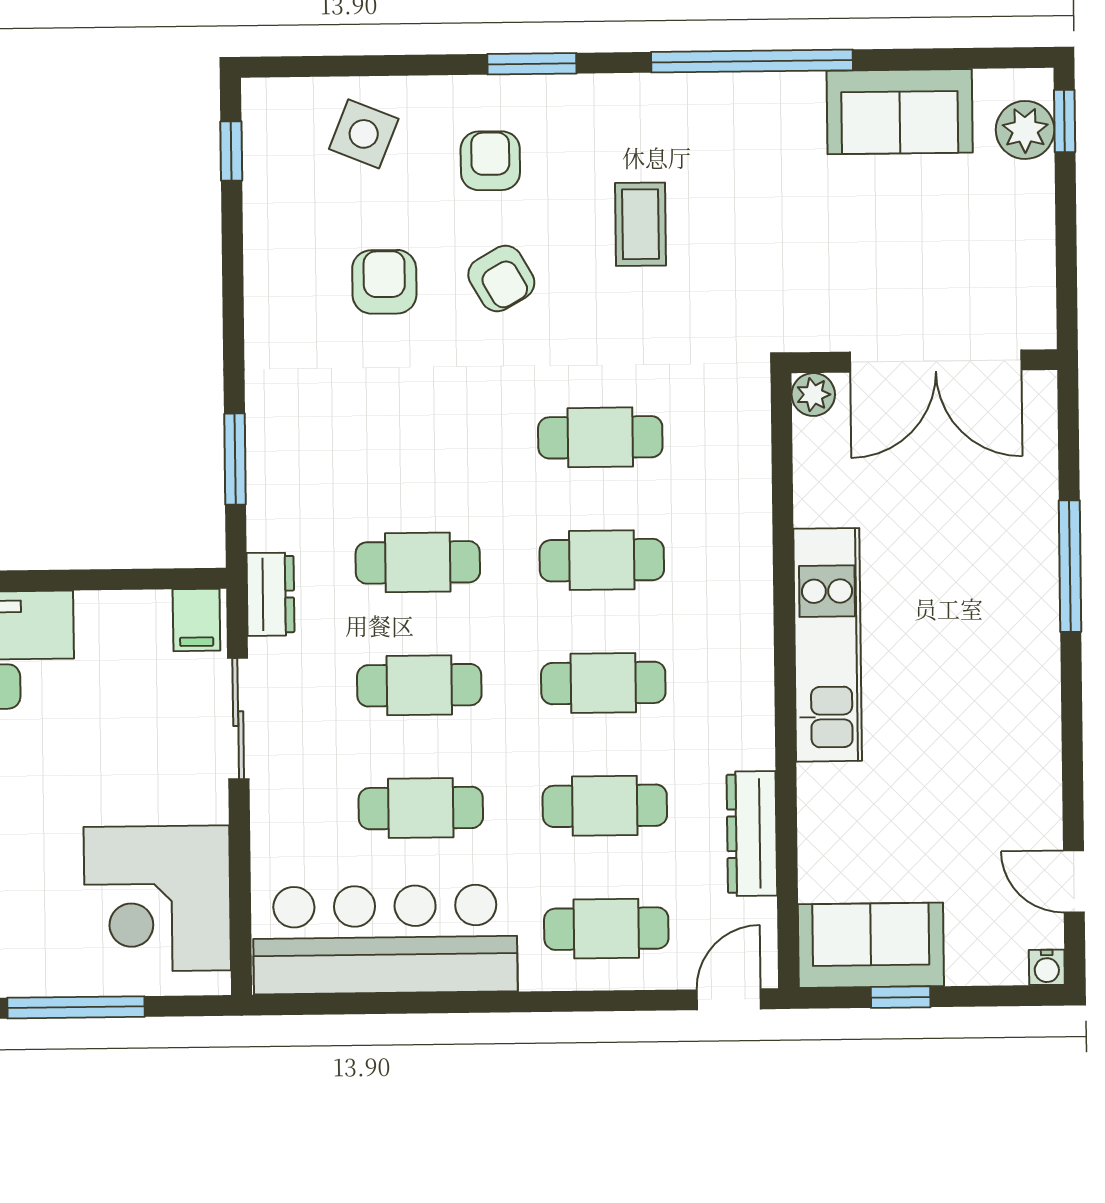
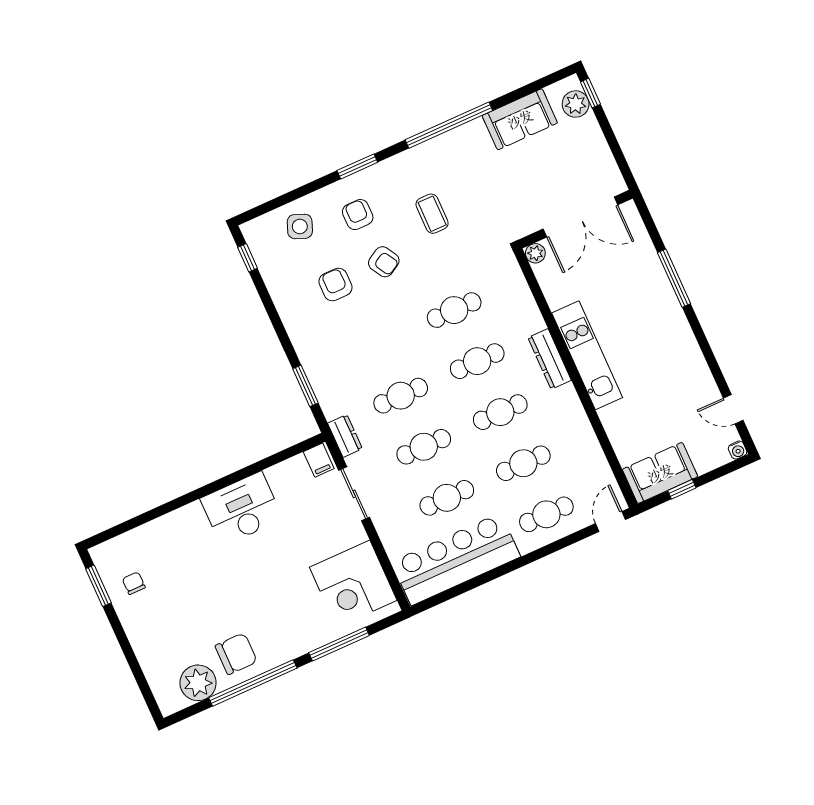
dresser: (752, 834) -> (550, 359), moved

